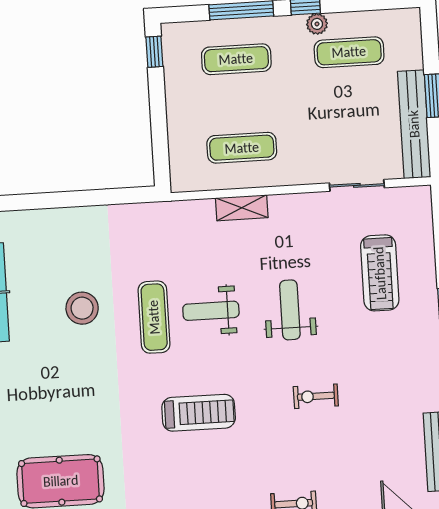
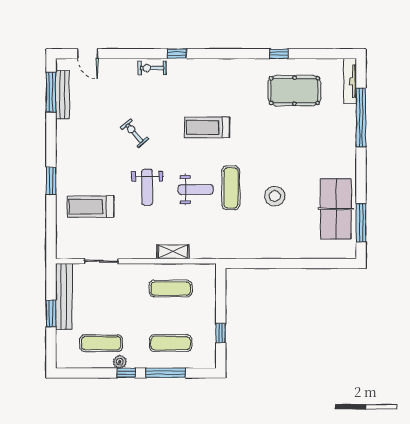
window: (154, 52) -> (221, 333), moved
treadmill: (380, 273) -> (91, 207), turned -90
exercise bike: (316, 396) -> (134, 133), turned -131

